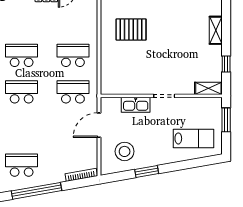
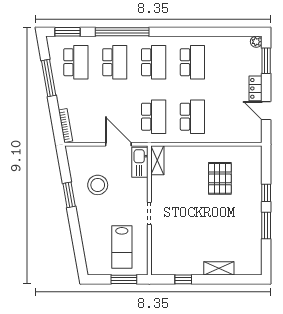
shelving: (208, 88) -> (157, 160), moved
kitchen sink: (136, 105) -> (140, 162), moved
school desk: (22, 129) -> (115, 62), added
lab bench: (194, 138) -> (122, 247), moved
stool: (125, 151) -> (98, 185), moved
window: (37, 191) -> (49, 78), width x0.68

